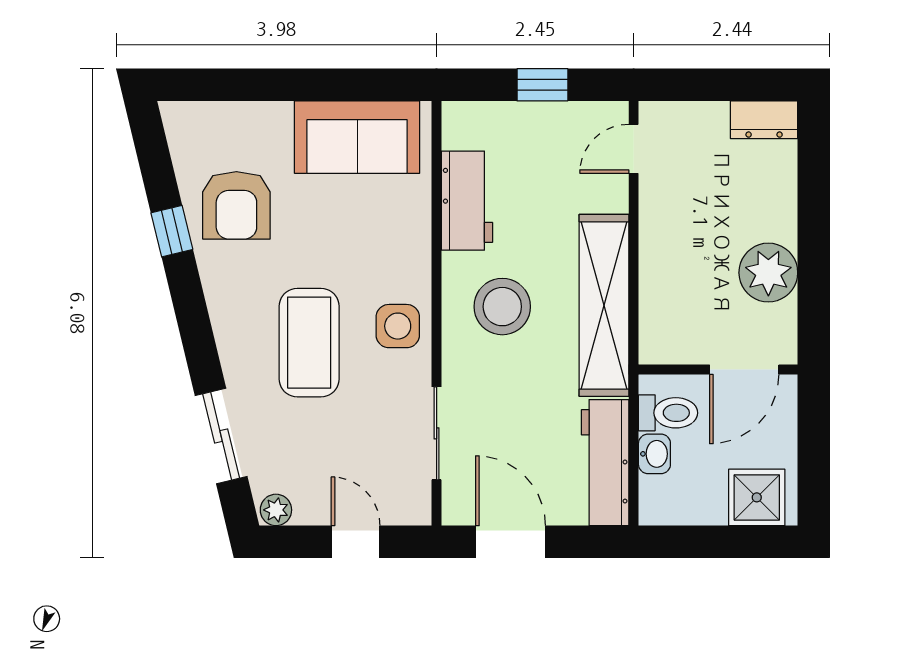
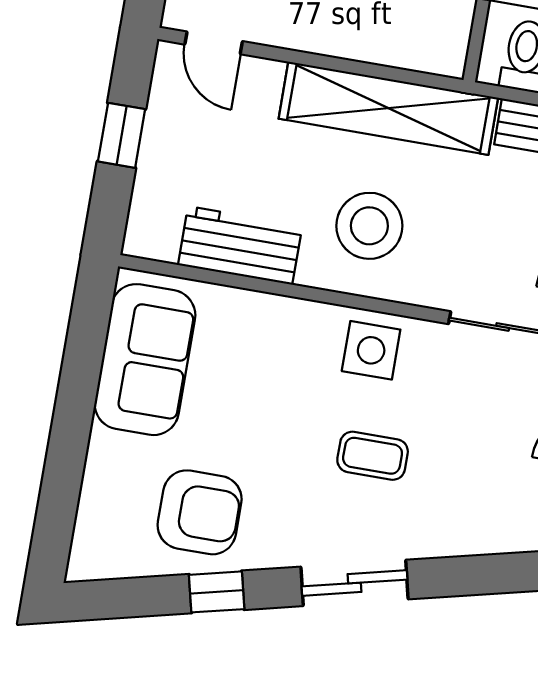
coffee table: (309, 343) -> (373, 456), width x0.54, depth x0.58
sliding door: (221, 436) -> (355, 583), moved

